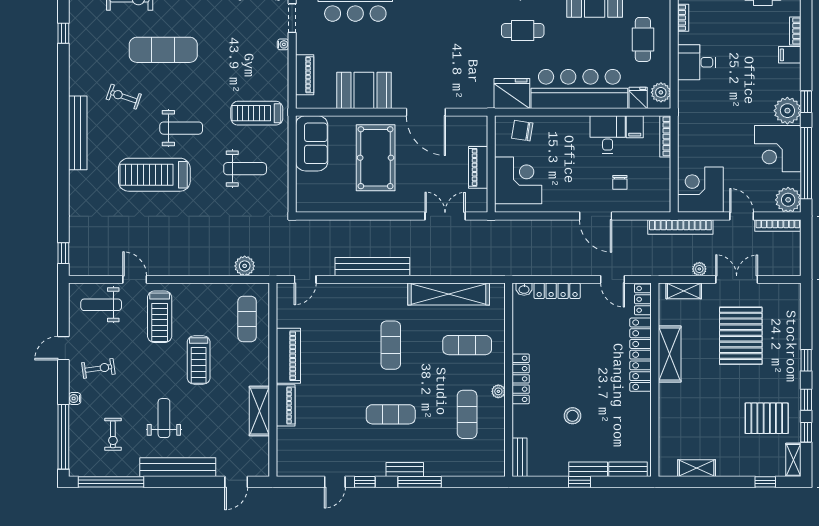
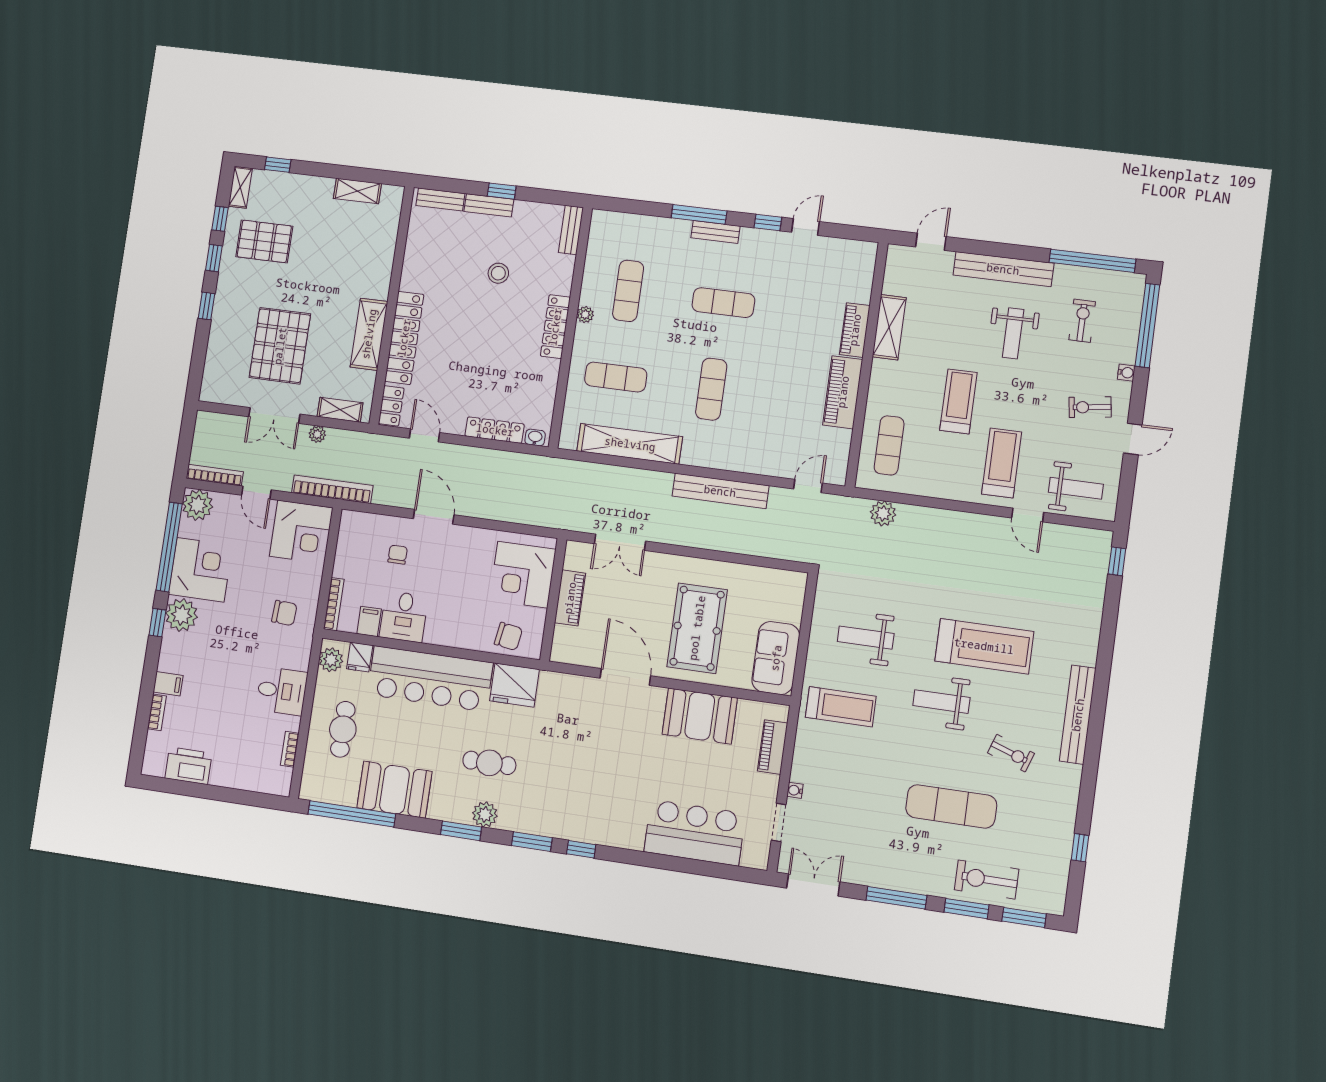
chair: (704, 124) -> (284, 613), added

